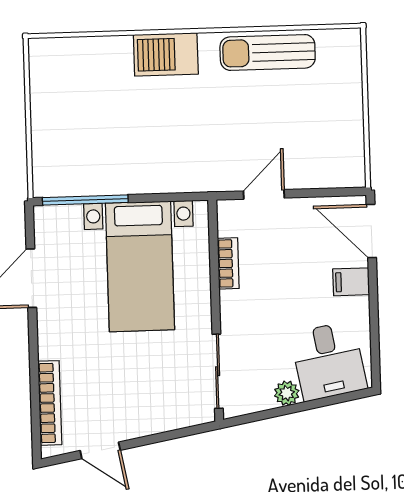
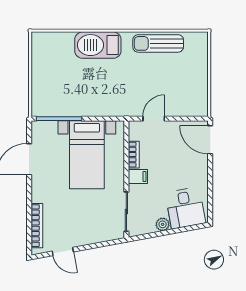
barbecue: (166, 54) -> (98, 45), width x1.37, depth x1.21
filing cabinet: (351, 282) -> (138, 177), moved, turned 180

